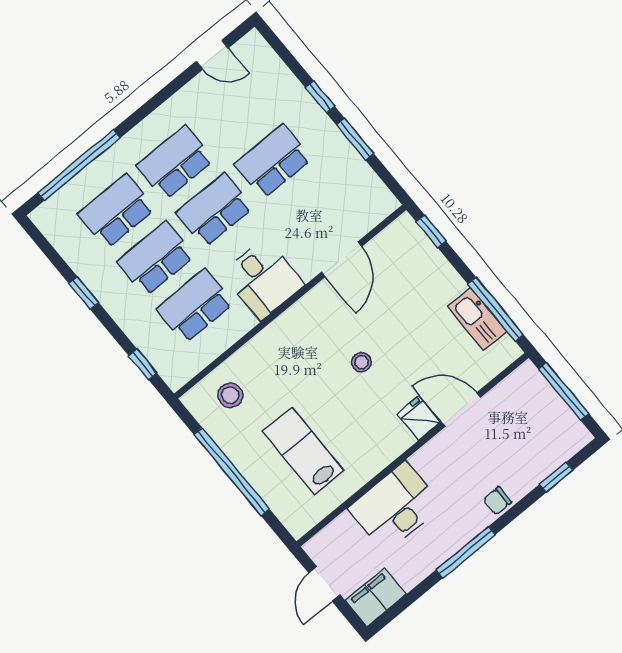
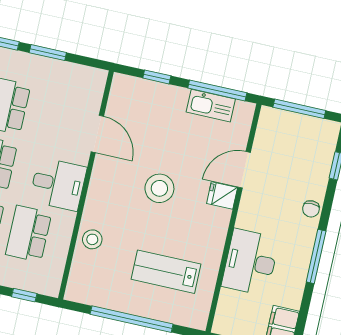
window: (431, 231) -> (157, 77), moved
stool: (361, 362) -> (159, 188), width x1.89, depth x1.89
stool: (230, 395) -> (92, 239), moved

